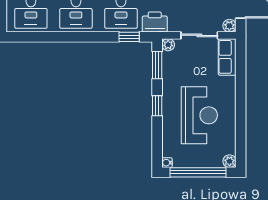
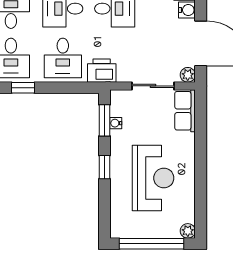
window: (129, 37) -> (23, 88), moved
plant: (168, 45) -> (117, 97), removed
water cooler: (167, 163) -> (116, 123), moved

